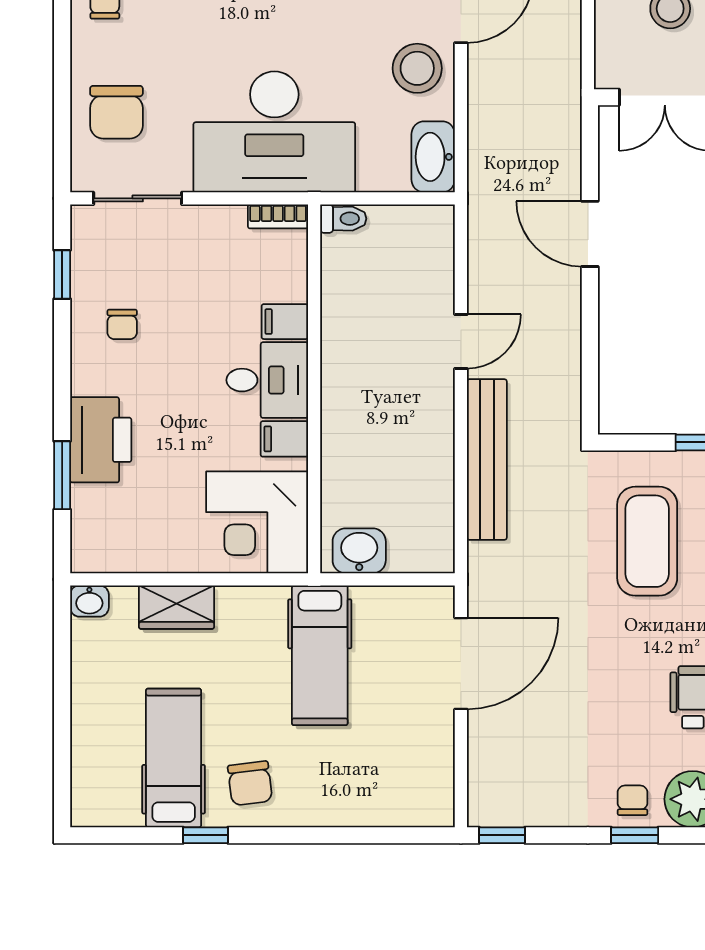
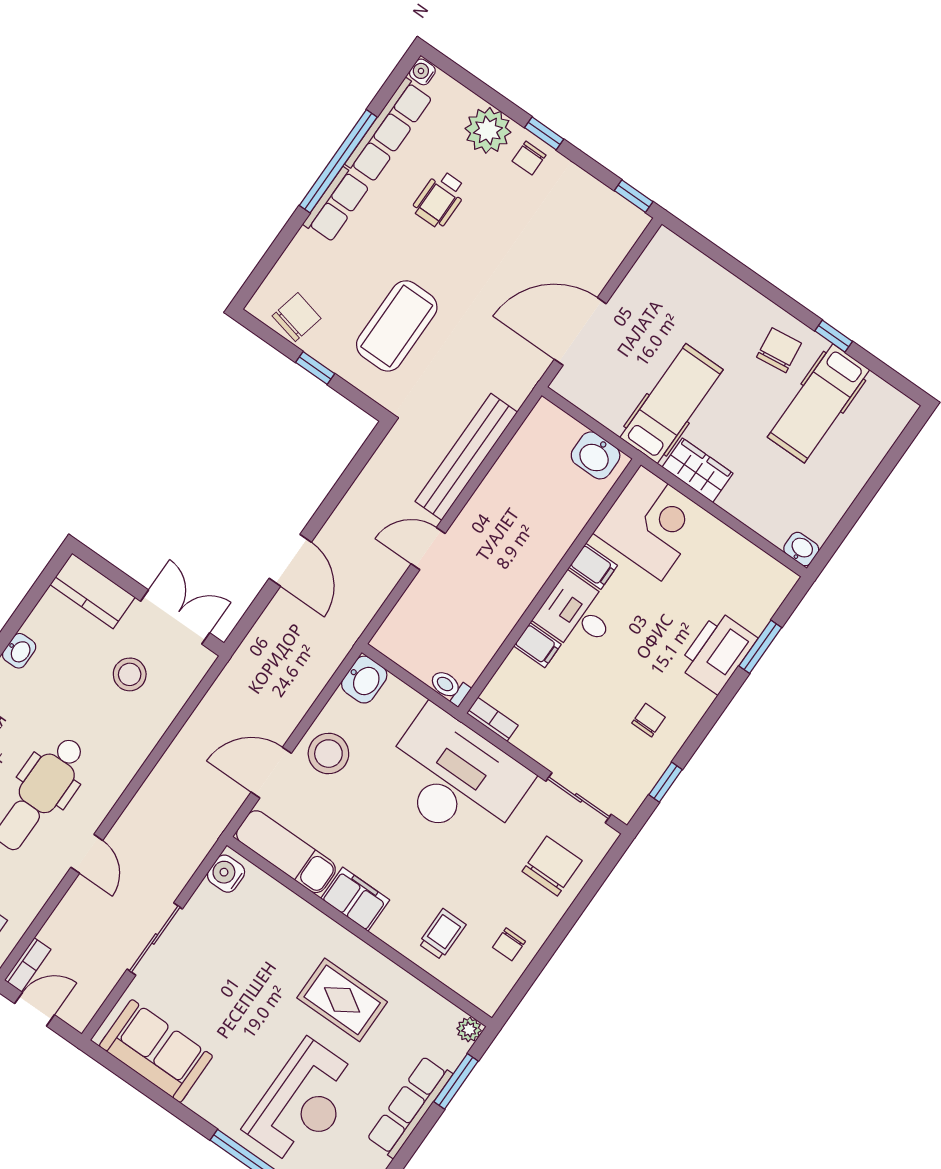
washbasin: (433, 157) -> (364, 680), width x0.72
wardrobe: (177, 607) -> (697, 470), moved

